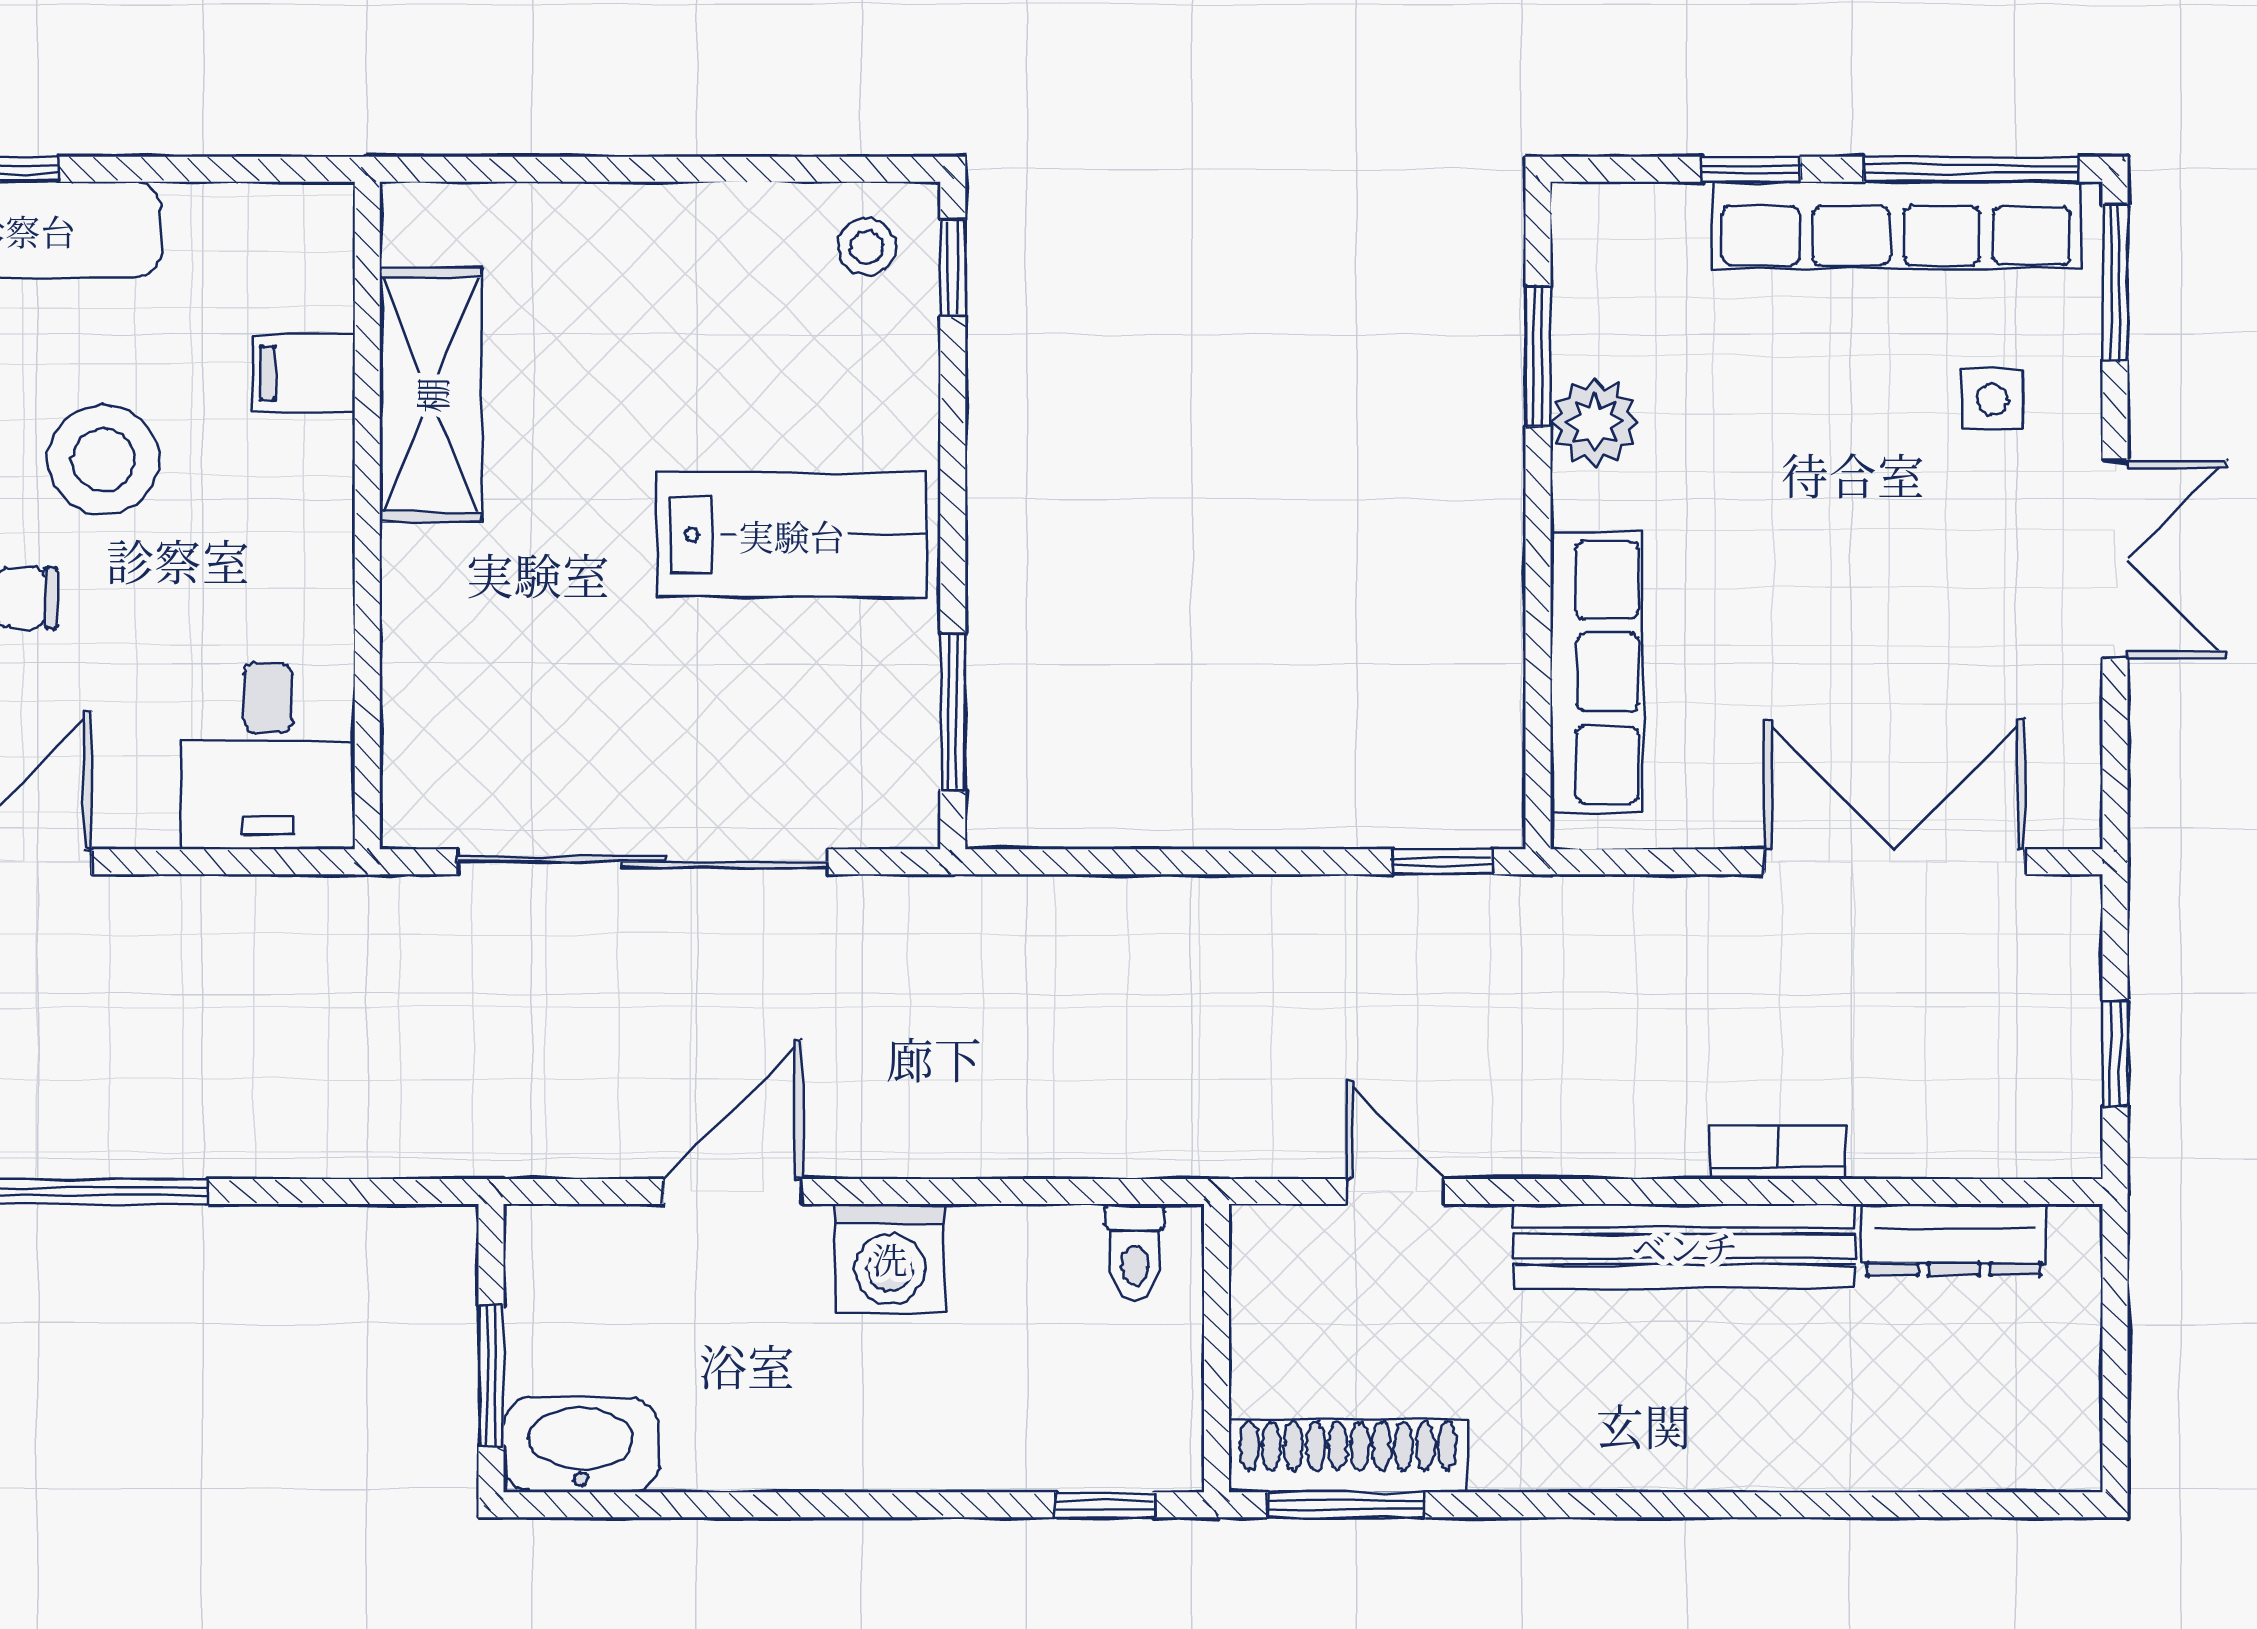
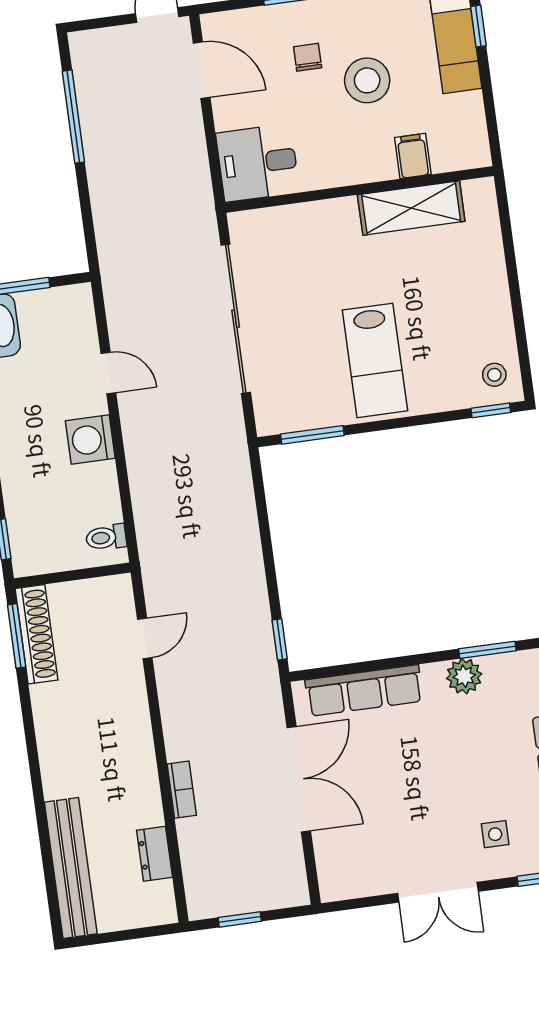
double door: (1895, 862) -> (299, 779), moved
door: (733, 1191) -> (108, 373), width x0.73
dresser: (1954, 1240) -> (155, 854), width x0.70
bench: (1685, 1246) -> (71, 868), moved

